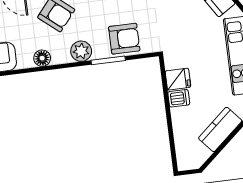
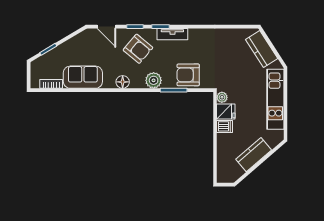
armchair: (124, 39) -> (188, 75), turned 180
plant: (171, 62) -> (222, 97), added

